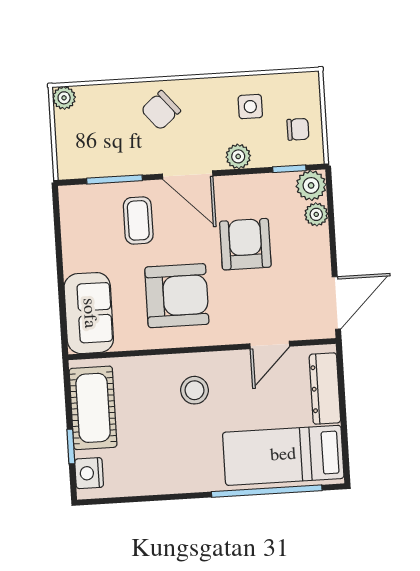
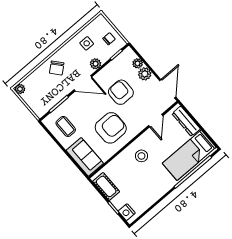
plant: (311, 185) -> (145, 74), moved
coffee table: (138, 220) -> (66, 126), moved
cot: (93, 408) -> (106, 186), width x0.73, depth x0.75

